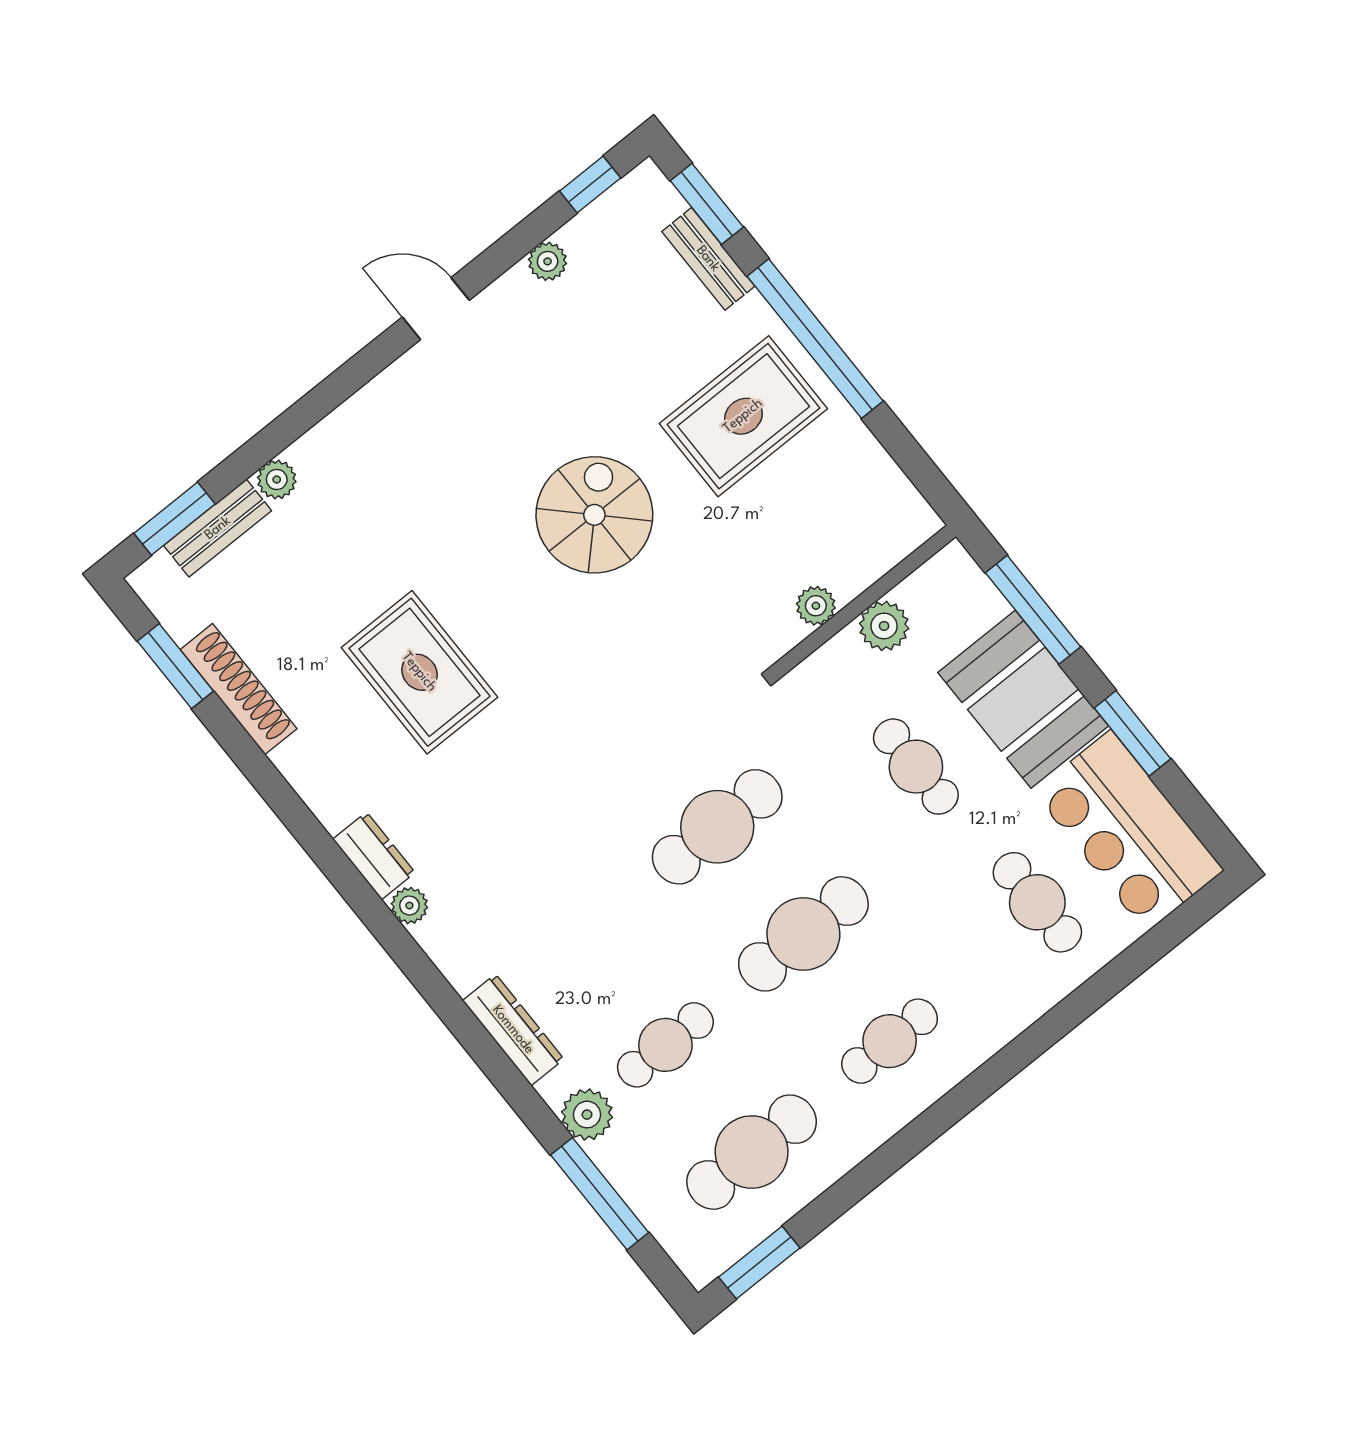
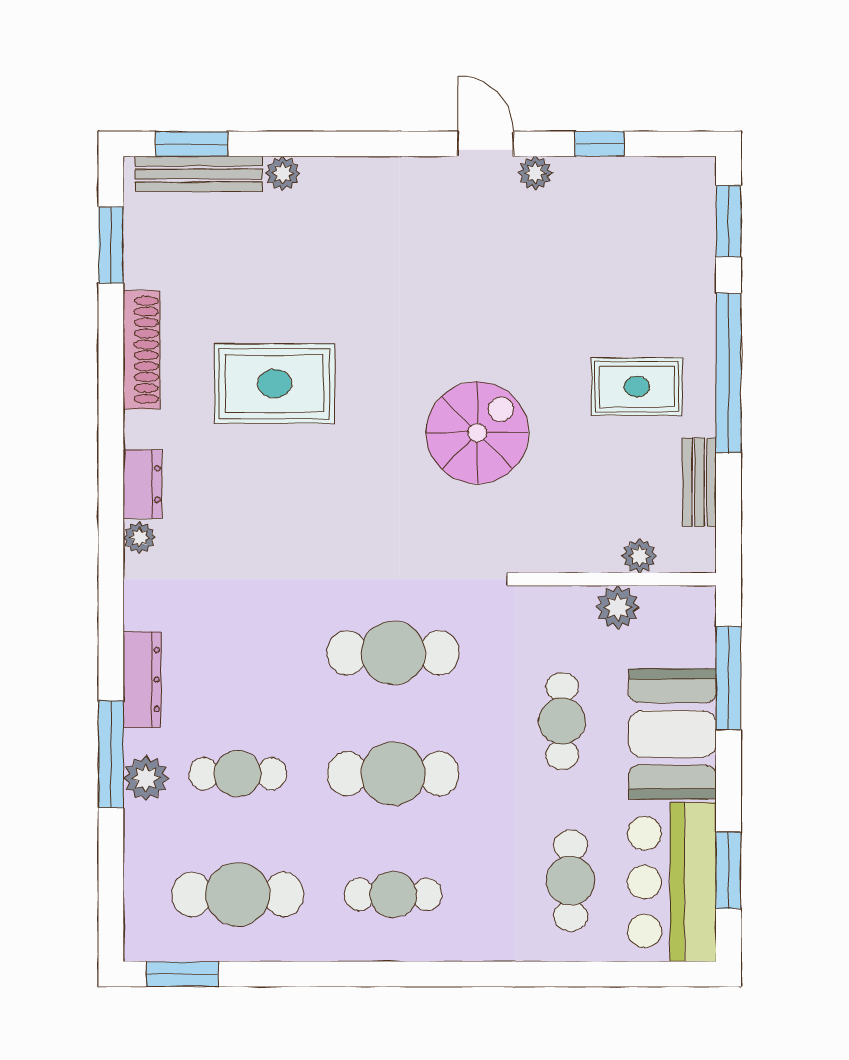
window: (590, 185) -> (599, 144), moved
bench: (708, 259) -> (699, 482), moved
plant: (548, 261) -> (535, 173), moved
rug: (743, 416) -> (637, 387), width x0.73, depth x0.70
spiral stairs: (594, 515) -> (477, 433), moved
bench: (218, 528) -> (199, 174), width x1.36
plant: (816, 606) -> (639, 556), moved
rug: (419, 672) -> (274, 384), turned 90
shoe rack: (239, 689) -> (142, 350), moved
window: (1133, 733) -> (729, 870), moved
window: (600, 1194) -> (111, 754), moved

